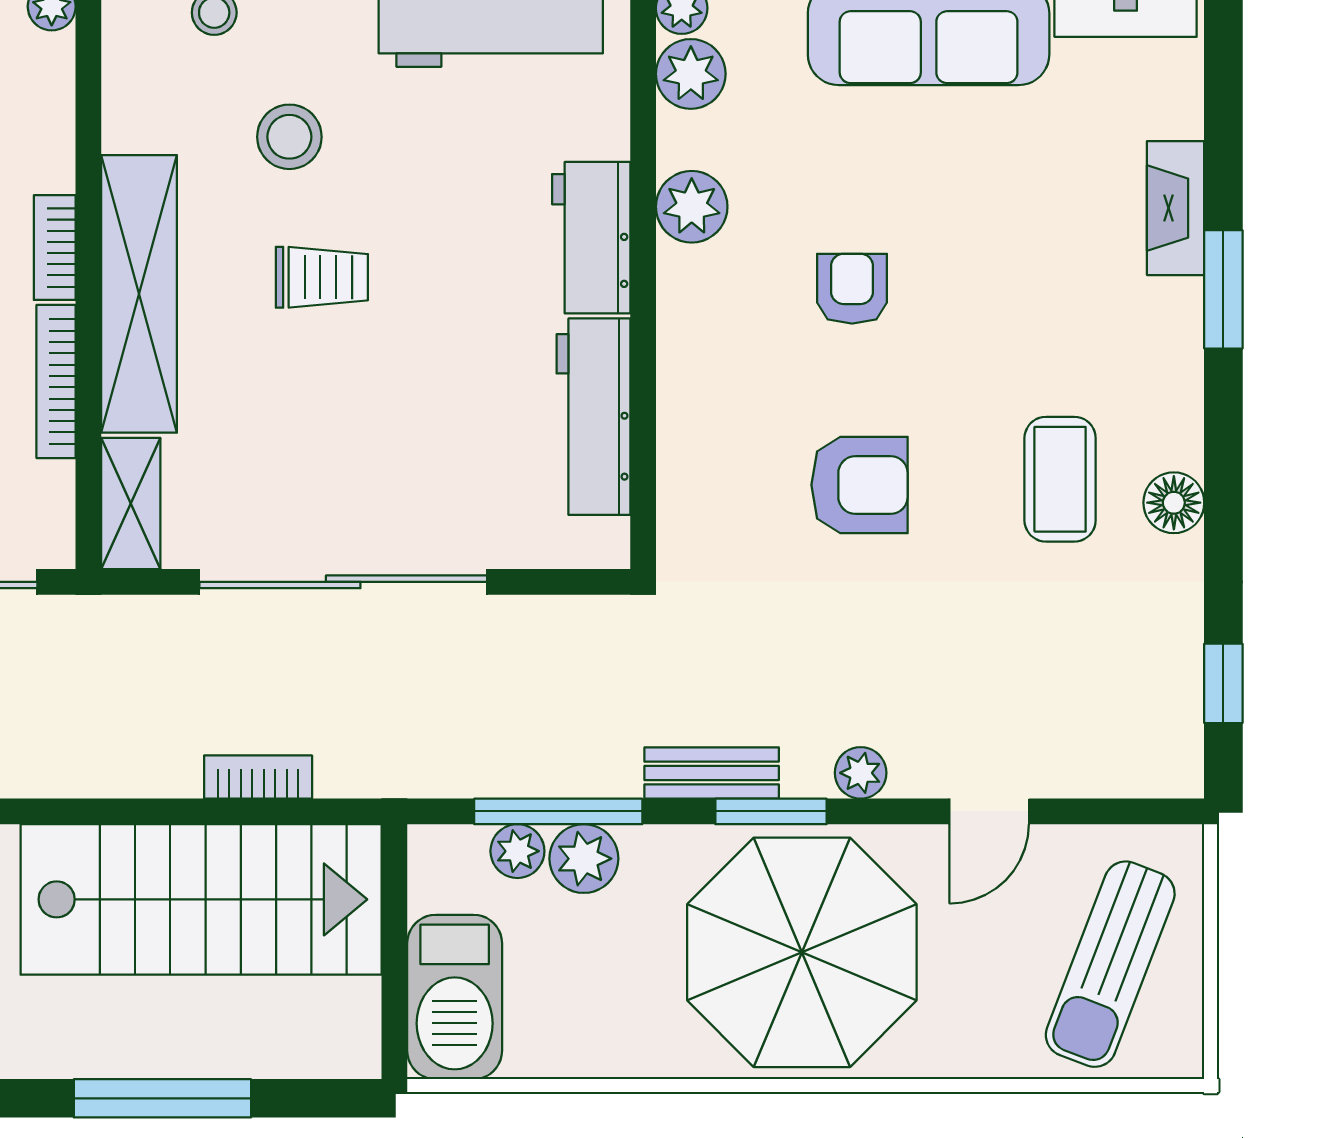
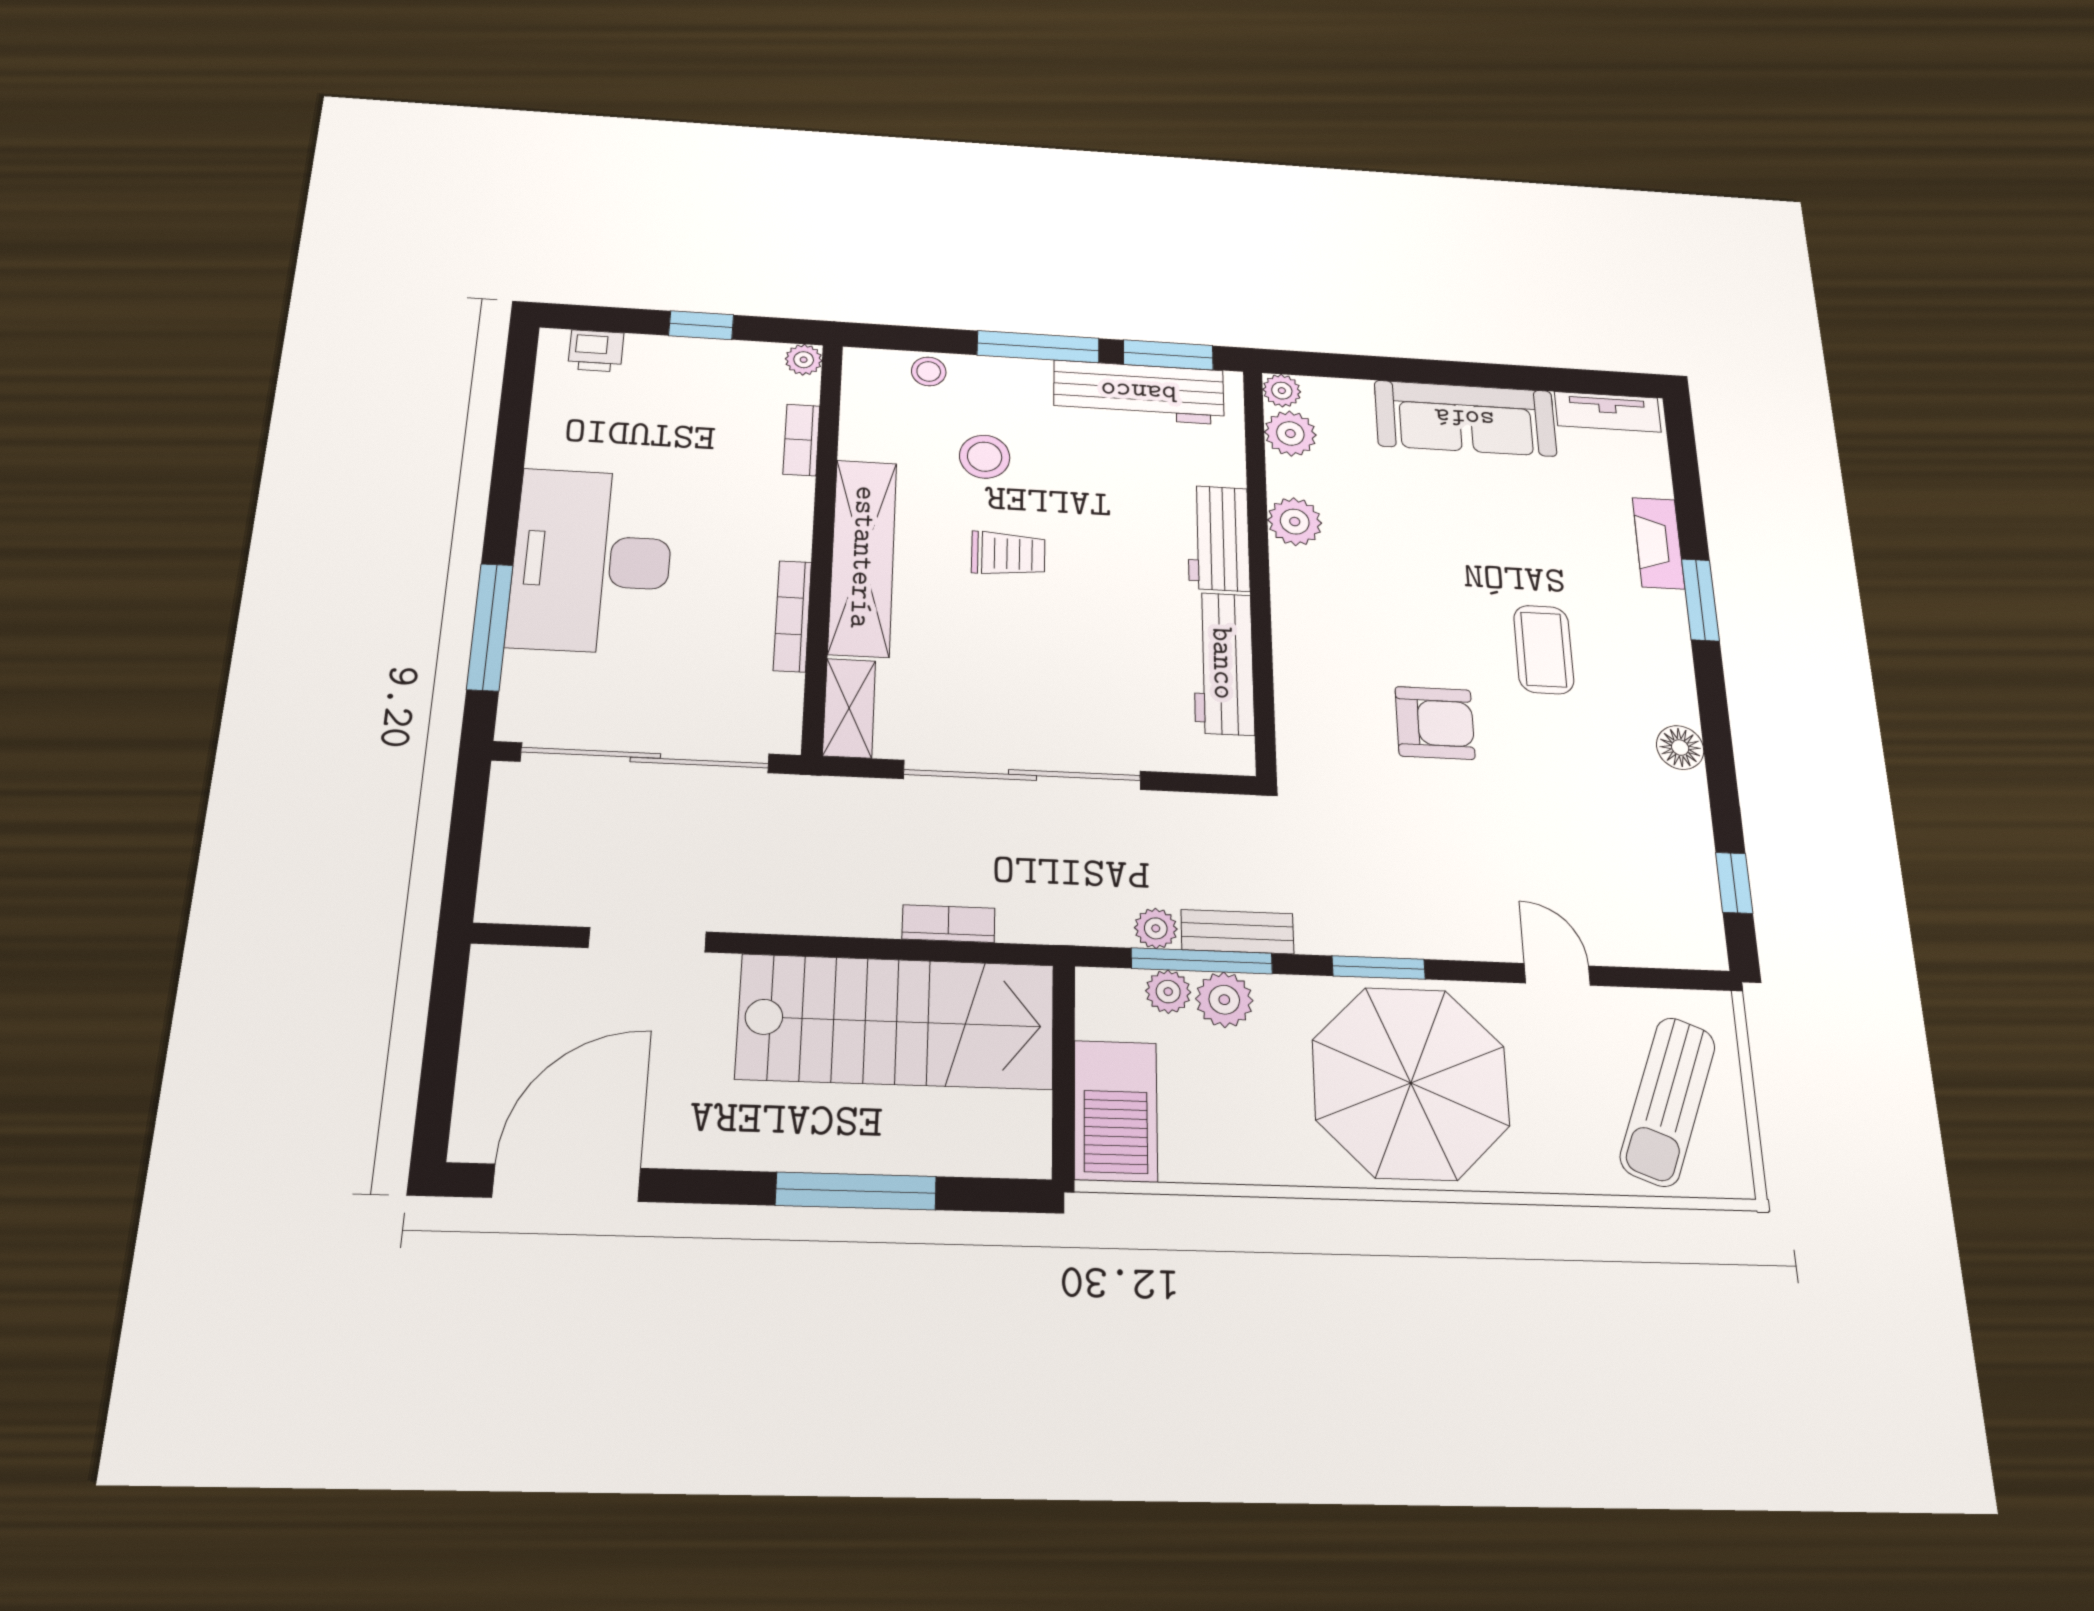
bookcase: (55, 248) -> (801, 440), moved
armchair: (852, 289) -> (1420, 584), removed
coffee table: (1060, 479) -> (1544, 649), moved
bench: (712, 773) -> (1237, 932), moved
plant: (861, 773) -> (1156, 928), moved
door: (989, 811) -> (1557, 974), swing flipped

